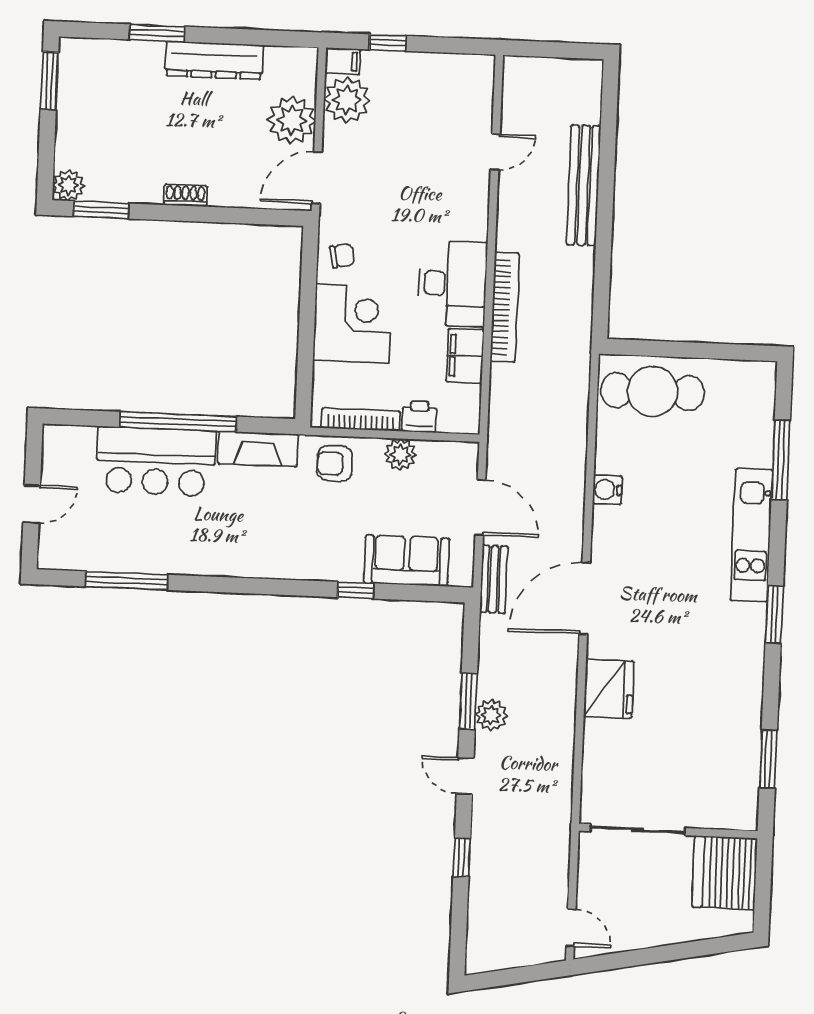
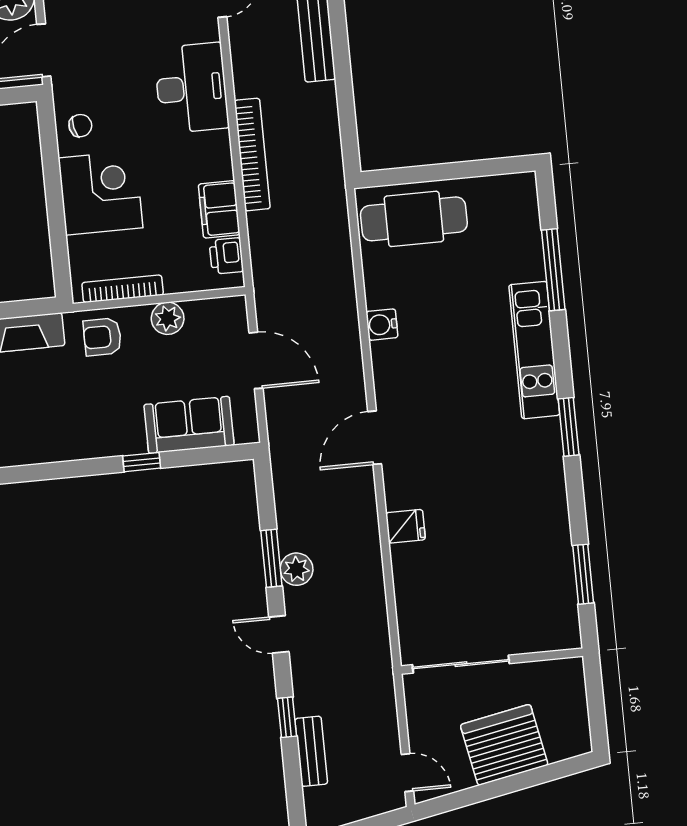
desk: (453, 284) -> (191, 88), moved
printer: (419, 417) -> (226, 256), moved, turned -90
bench: (494, 579) -> (311, 751), moved
door: (585, 598) -> (375, 438), width x0.73
fridge: (609, 689) -> (405, 526), width x0.53, depth x0.75
server rack: (725, 873) -> (504, 745), moved, turned 79

